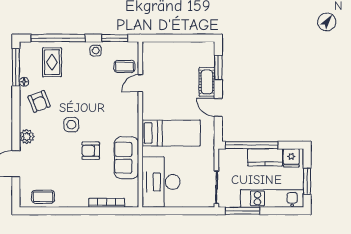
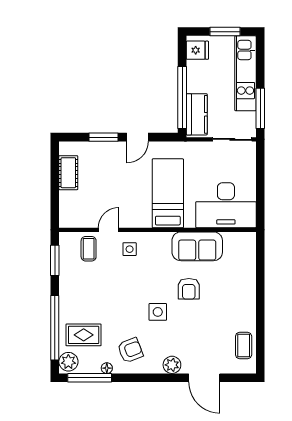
plant: (29, 50) -> (68, 362), added
side table: (96, 51) -> (130, 249), moved
window: (218, 67) -> (103, 137), moved
cot: (207, 82) -> (68, 173), moved, turned 90
door: (140, 83) -> (109, 230), swing flipped
kitchen counter: (265, 157) -> (197, 114), moved
bookcase: (107, 203) -> (251, 270), removed

